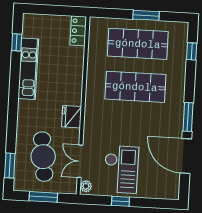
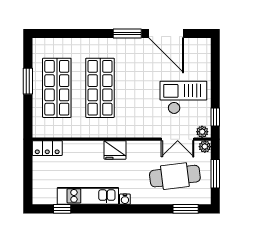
window: (192, 51) -> (61, 34), removed
water cooler: (23, 105) -> (125, 199), added
fridge: (72, 117) -> (115, 150), moved
door: (186, 156) -> (166, 34), hinge flipped
plant: (71, 188) -> (205, 147), added
window: (120, 201) -> (215, 117), moved

